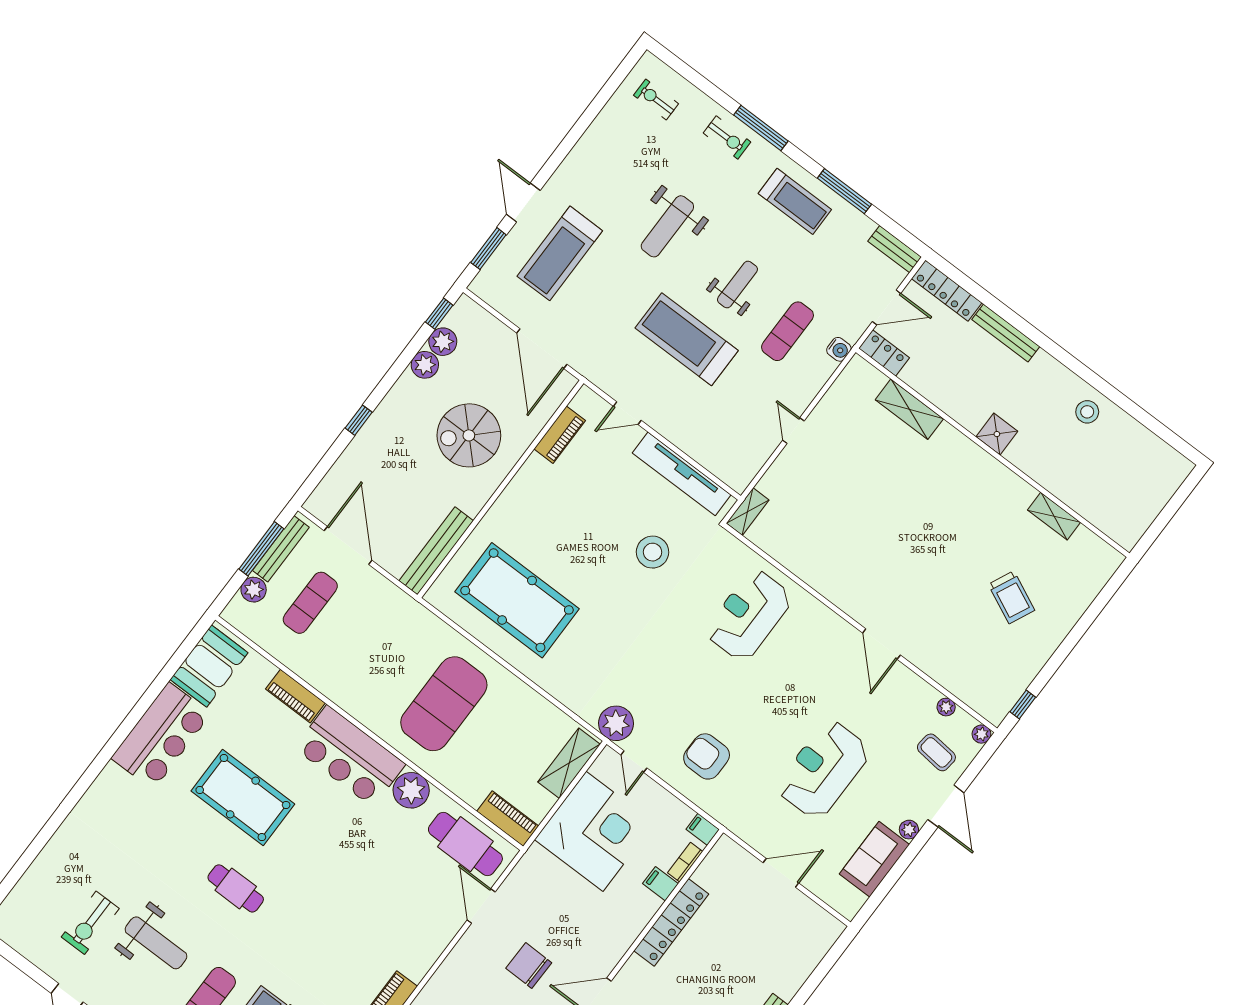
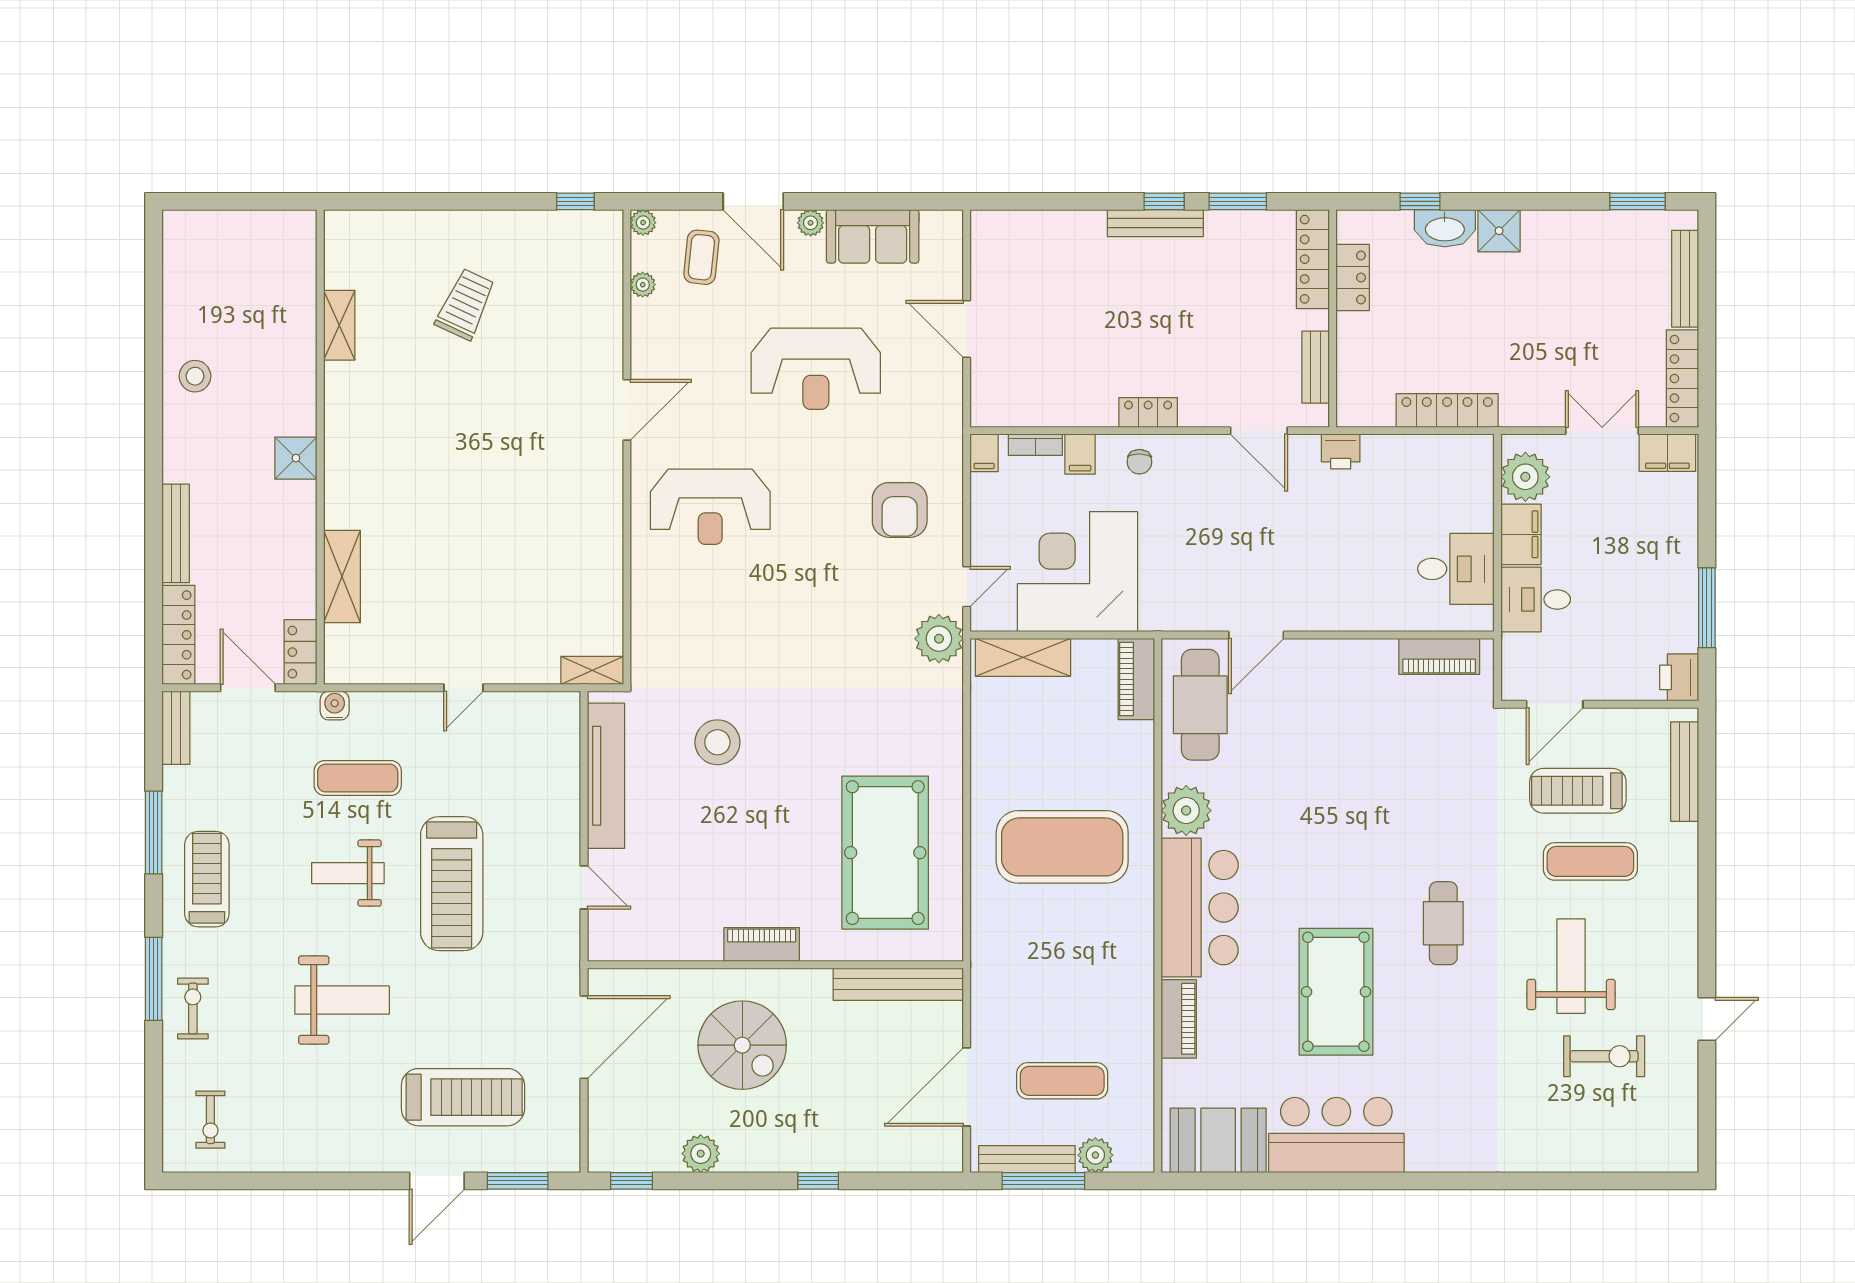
plant: (443, 342) -> (660, 1153), removed
piano: (560, 435) -> (762, 945), moved
reception desk: (749, 615) -> (710, 507), moved
door: (946, 806) -> (753, 201), swing flipped
locker: (671, 922) -> (1148, 412), width x0.46, depth x0.83
chair: (529, 966) -> (1139, 462), moved, width x0.54, depth x0.54

